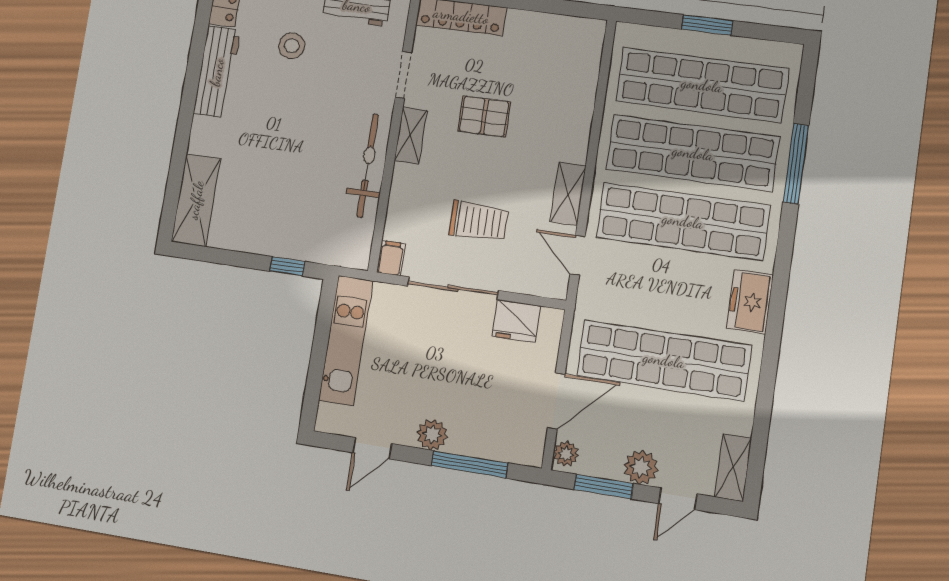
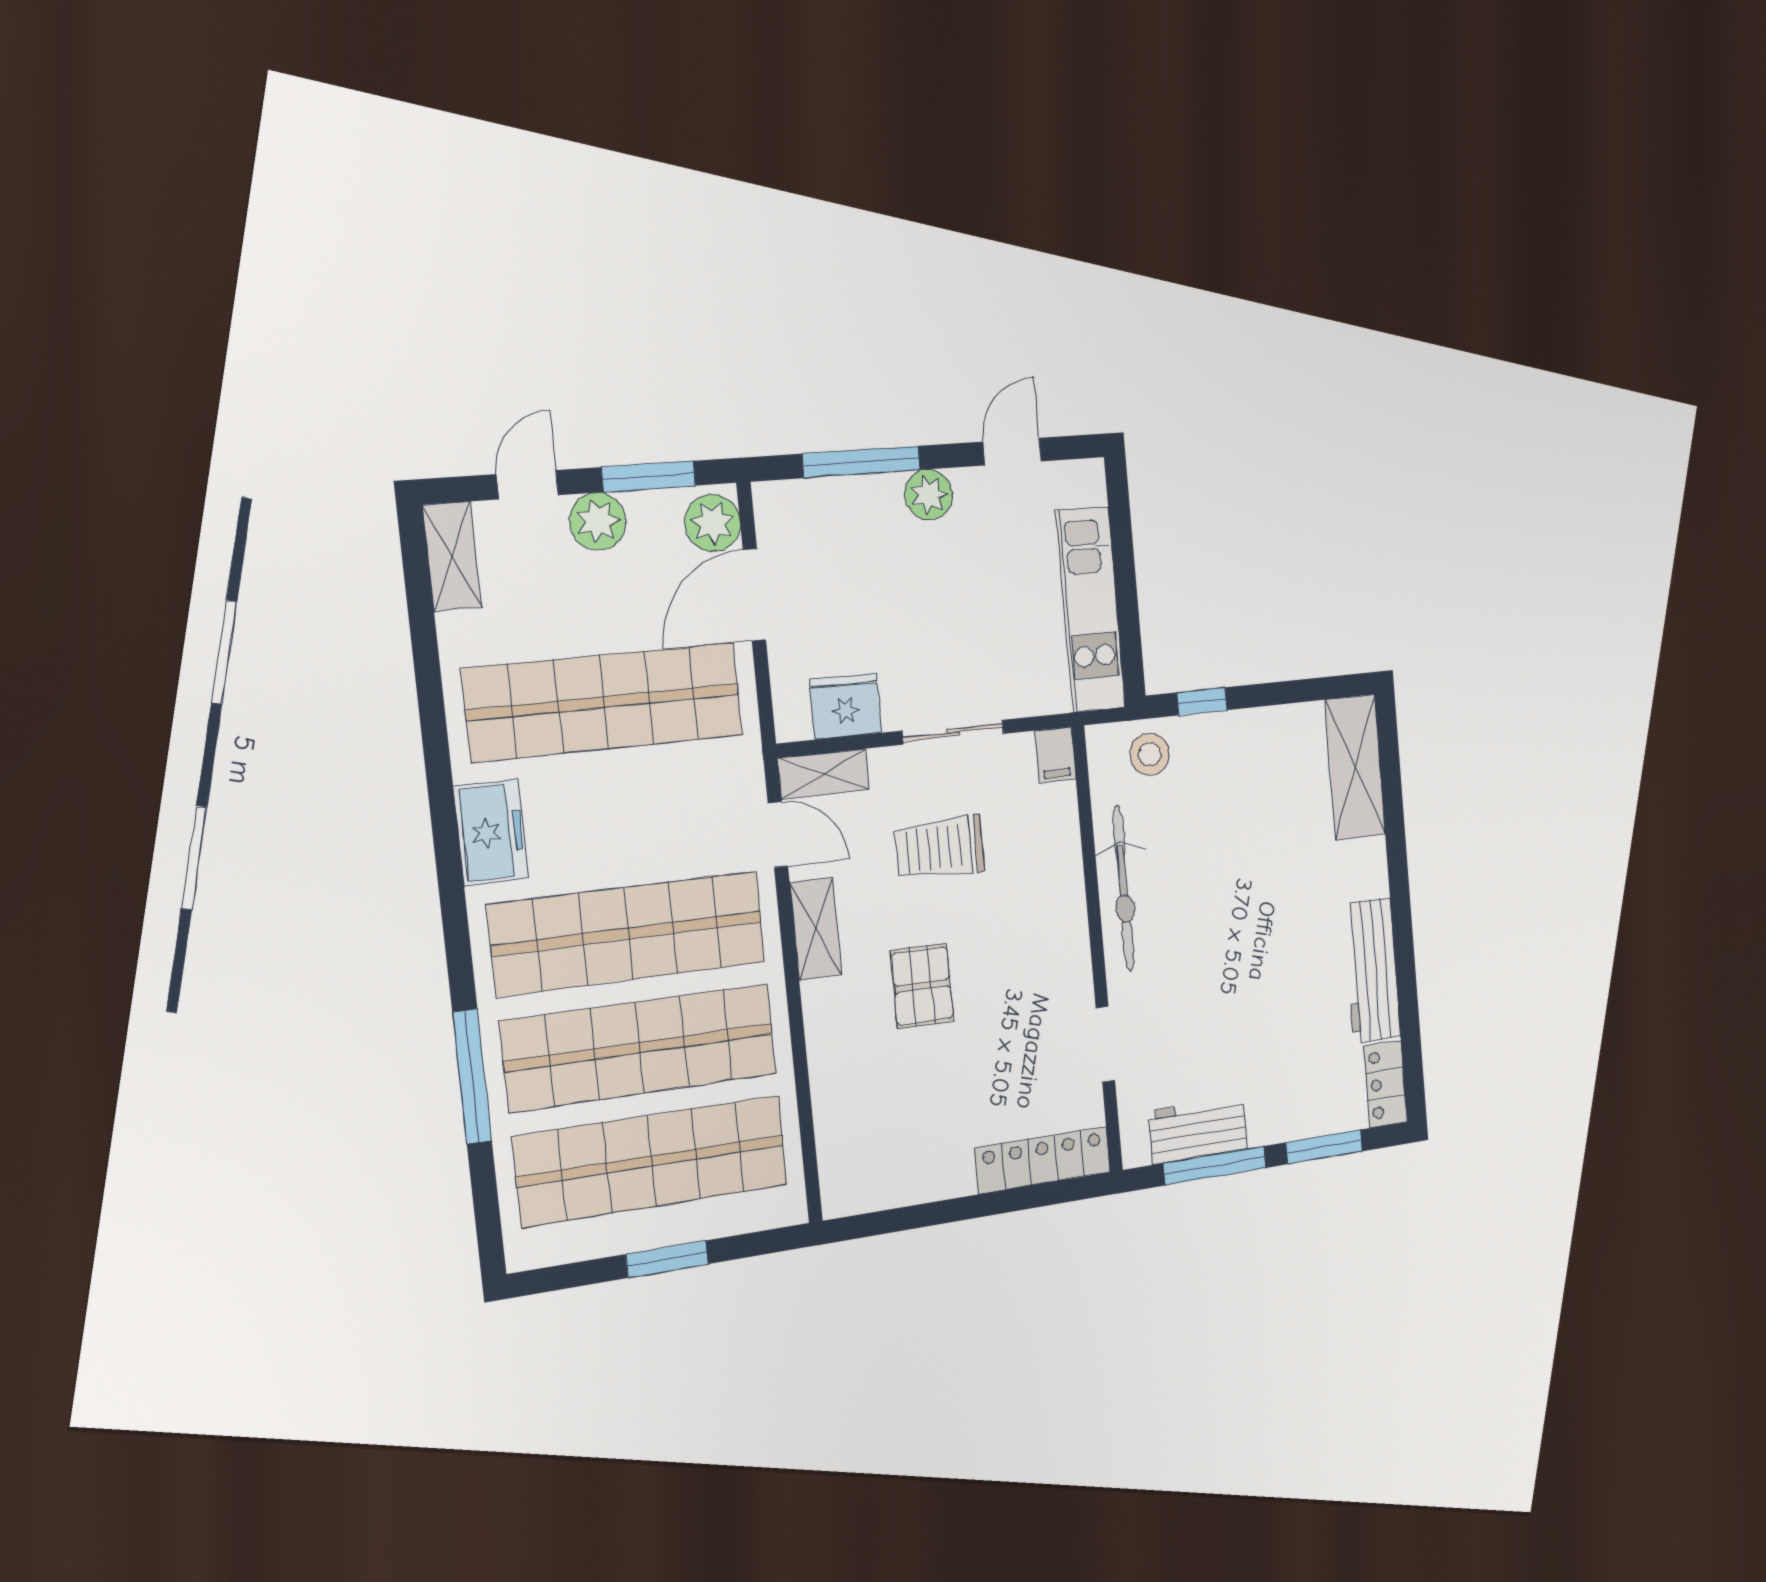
stool: (292, 46) -> (1150, 754), moved
pallet: (484, 116) -> (922, 986), moved, turned 90
shelving: (410, 135) -> (823, 774), moved, turned 90
sliding door: (453, 288) -> (953, 732), width x0.73
plant: (566, 454) -> (713, 523), width x1.38, depth x1.38

